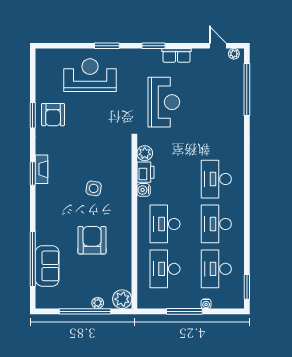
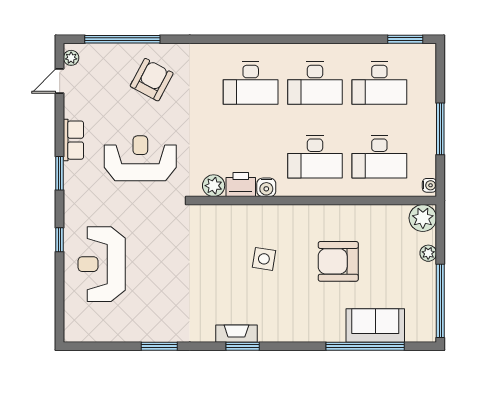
window: (107, 46) -> (60, 240), width x0.67
armchair: (53, 115) -> (152, 80), moved, turned -62
water cooler: (206, 304) -> (429, 185), moved
window: (85, 311) -> (440, 301), moved

